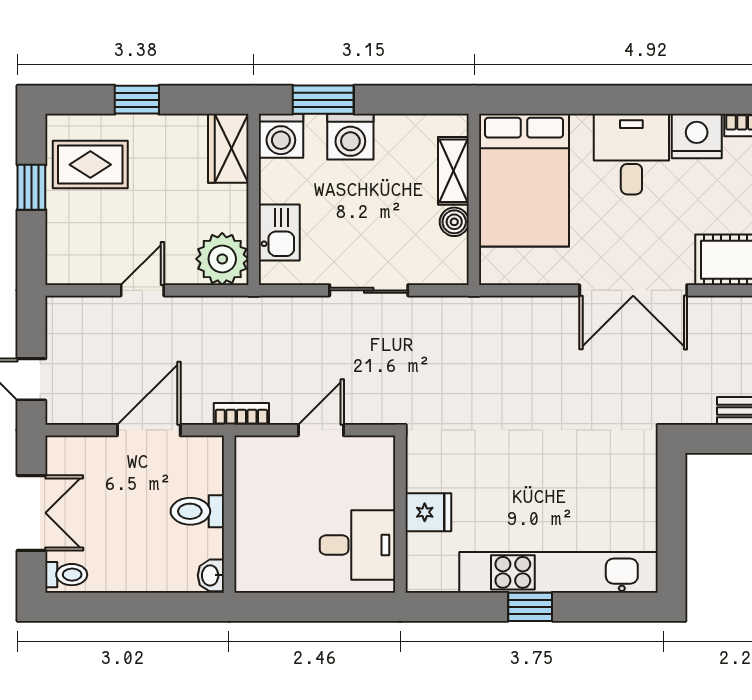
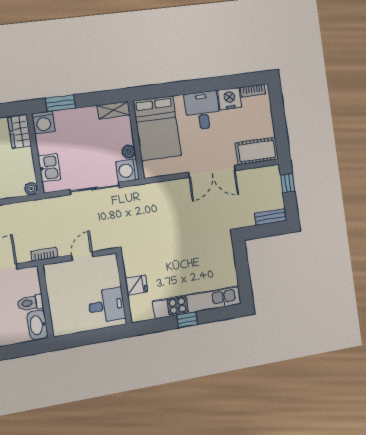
washing machine: (350, 137) -> (128, 170), moved, turned 90
shelving: (453, 171) -> (113, 110), moved, turned 90
plant: (222, 259) -> (31, 189), width x0.53, depth x0.53
sliding door: (369, 290) -> (95, 188), width x1.37
washbasin: (211, 575) -> (38, 325), width x1.91, depth x1.45

